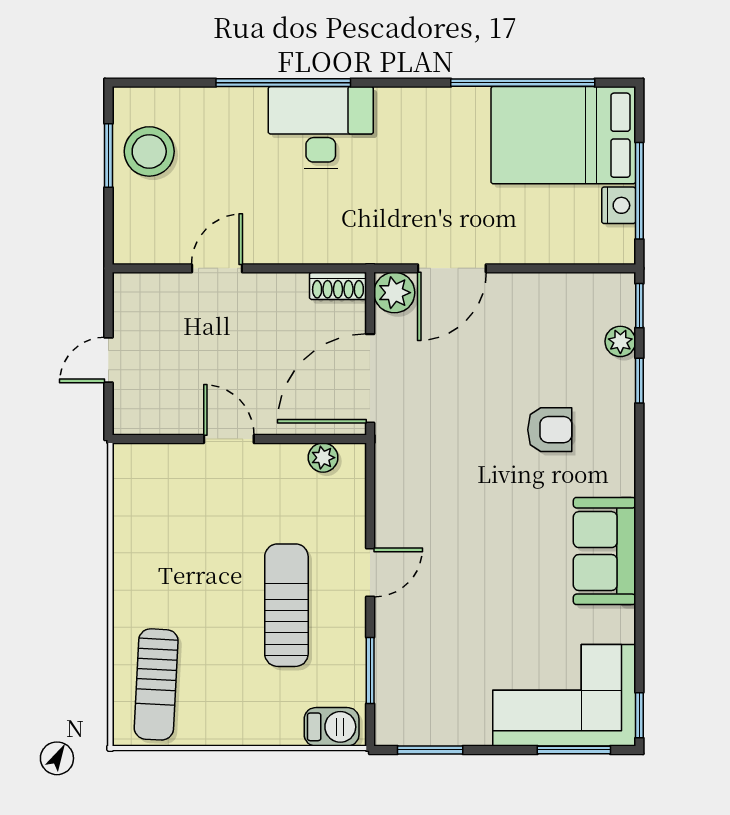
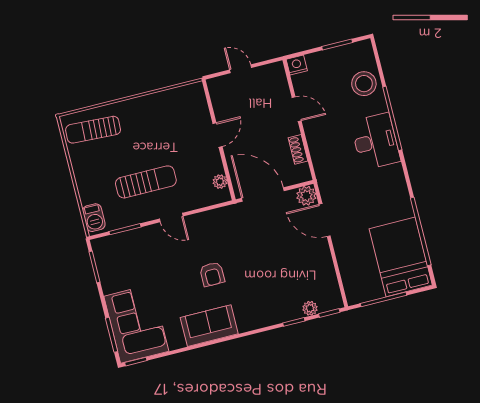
stool: (149, 151) -> (364, 84), moved
nightstand: (619, 205) -> (297, 65), moved, turned 180
shoe rack: (338, 286) -> (298, 149), moved
armchair: (550, 430) -> (212, 274), moved

